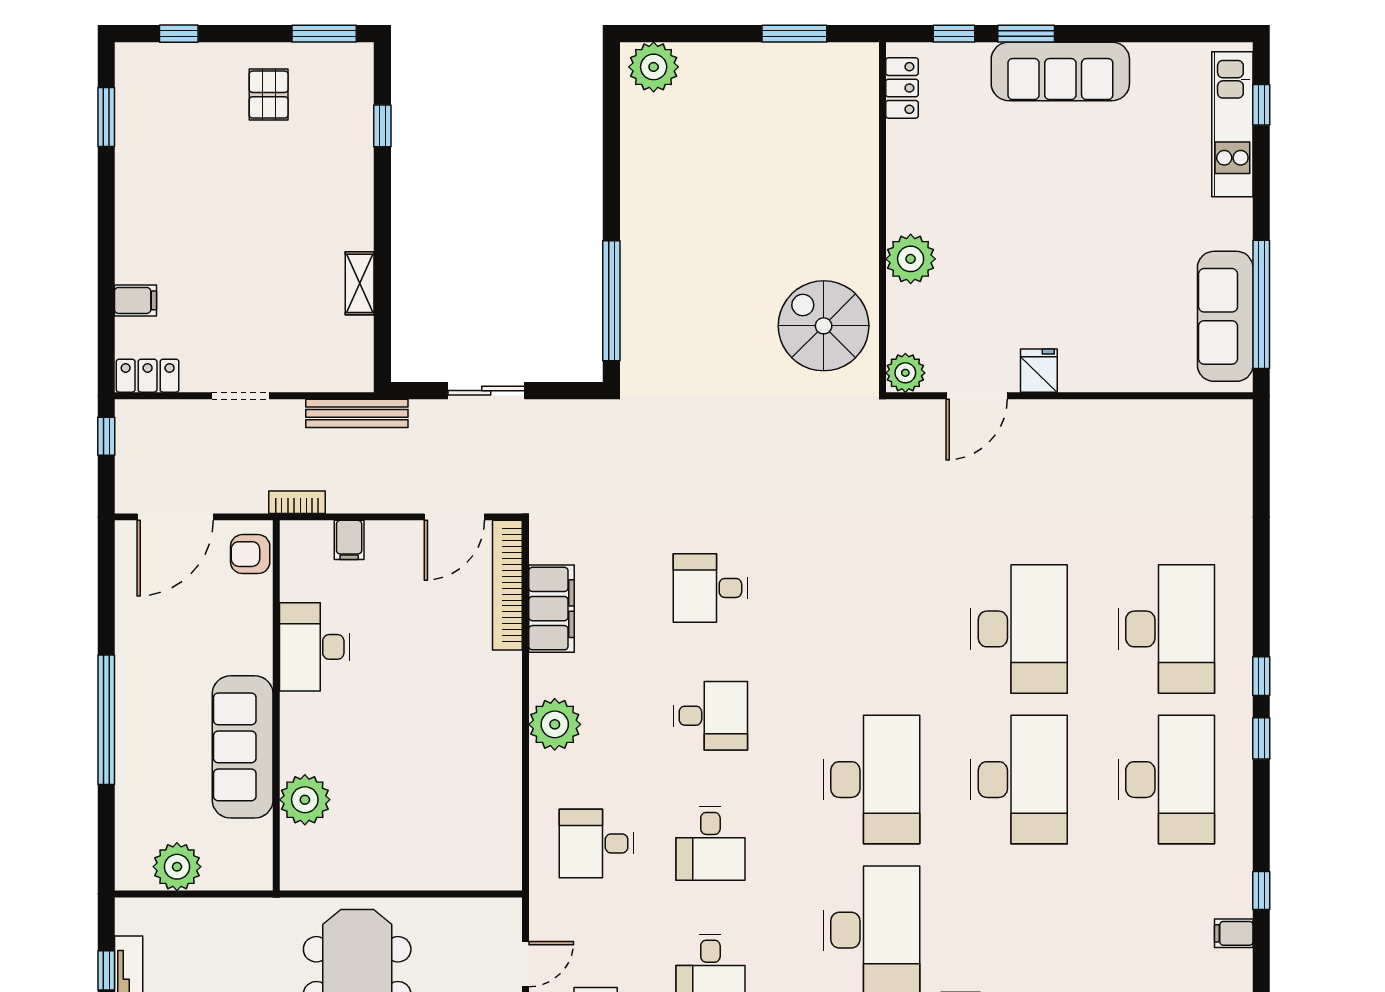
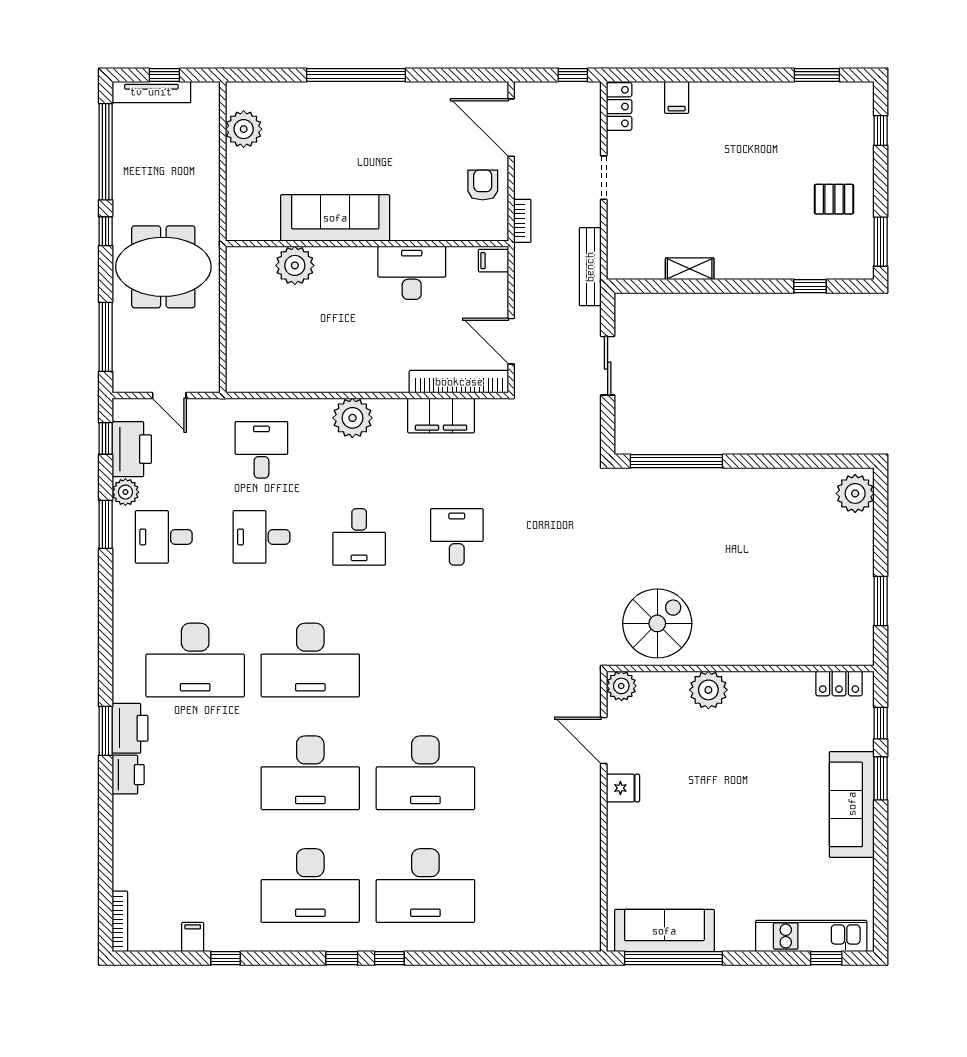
desk: (314, 647) -> (412, 273), moved
wall: (276, 705) -> (367, 244), moved
sofa: (243, 747) -> (335, 218), moved
plant: (305, 800) -> (295, 265), moved

